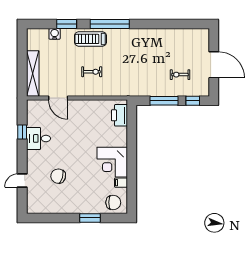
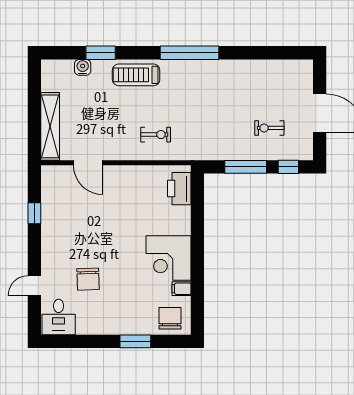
window: (110, 24) -> (190, 53), moved
exercise bike: (92, 72) -> (156, 135), moved
desk: (38, 138) -> (59, 317), moved, turned -90
chair: (58, 176) -> (88, 279), turned -108
chair: (113, 202) -> (170, 318), turned -90

